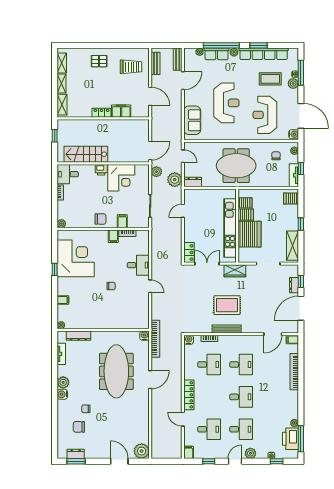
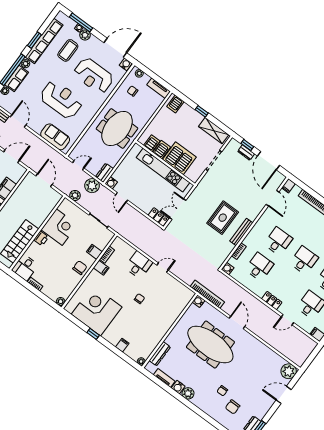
door: (150, 151) -> (44, 180), moved
window: (301, 169) -> (157, 79), removed
water cooler: (189, 194) -> (111, 183), added
wardrobe: (235, 271) -> (200, 191), removed
water cooler: (62, 394) -> (178, 387), moved
locker: (189, 395) -> (272, 301), width x0.66

